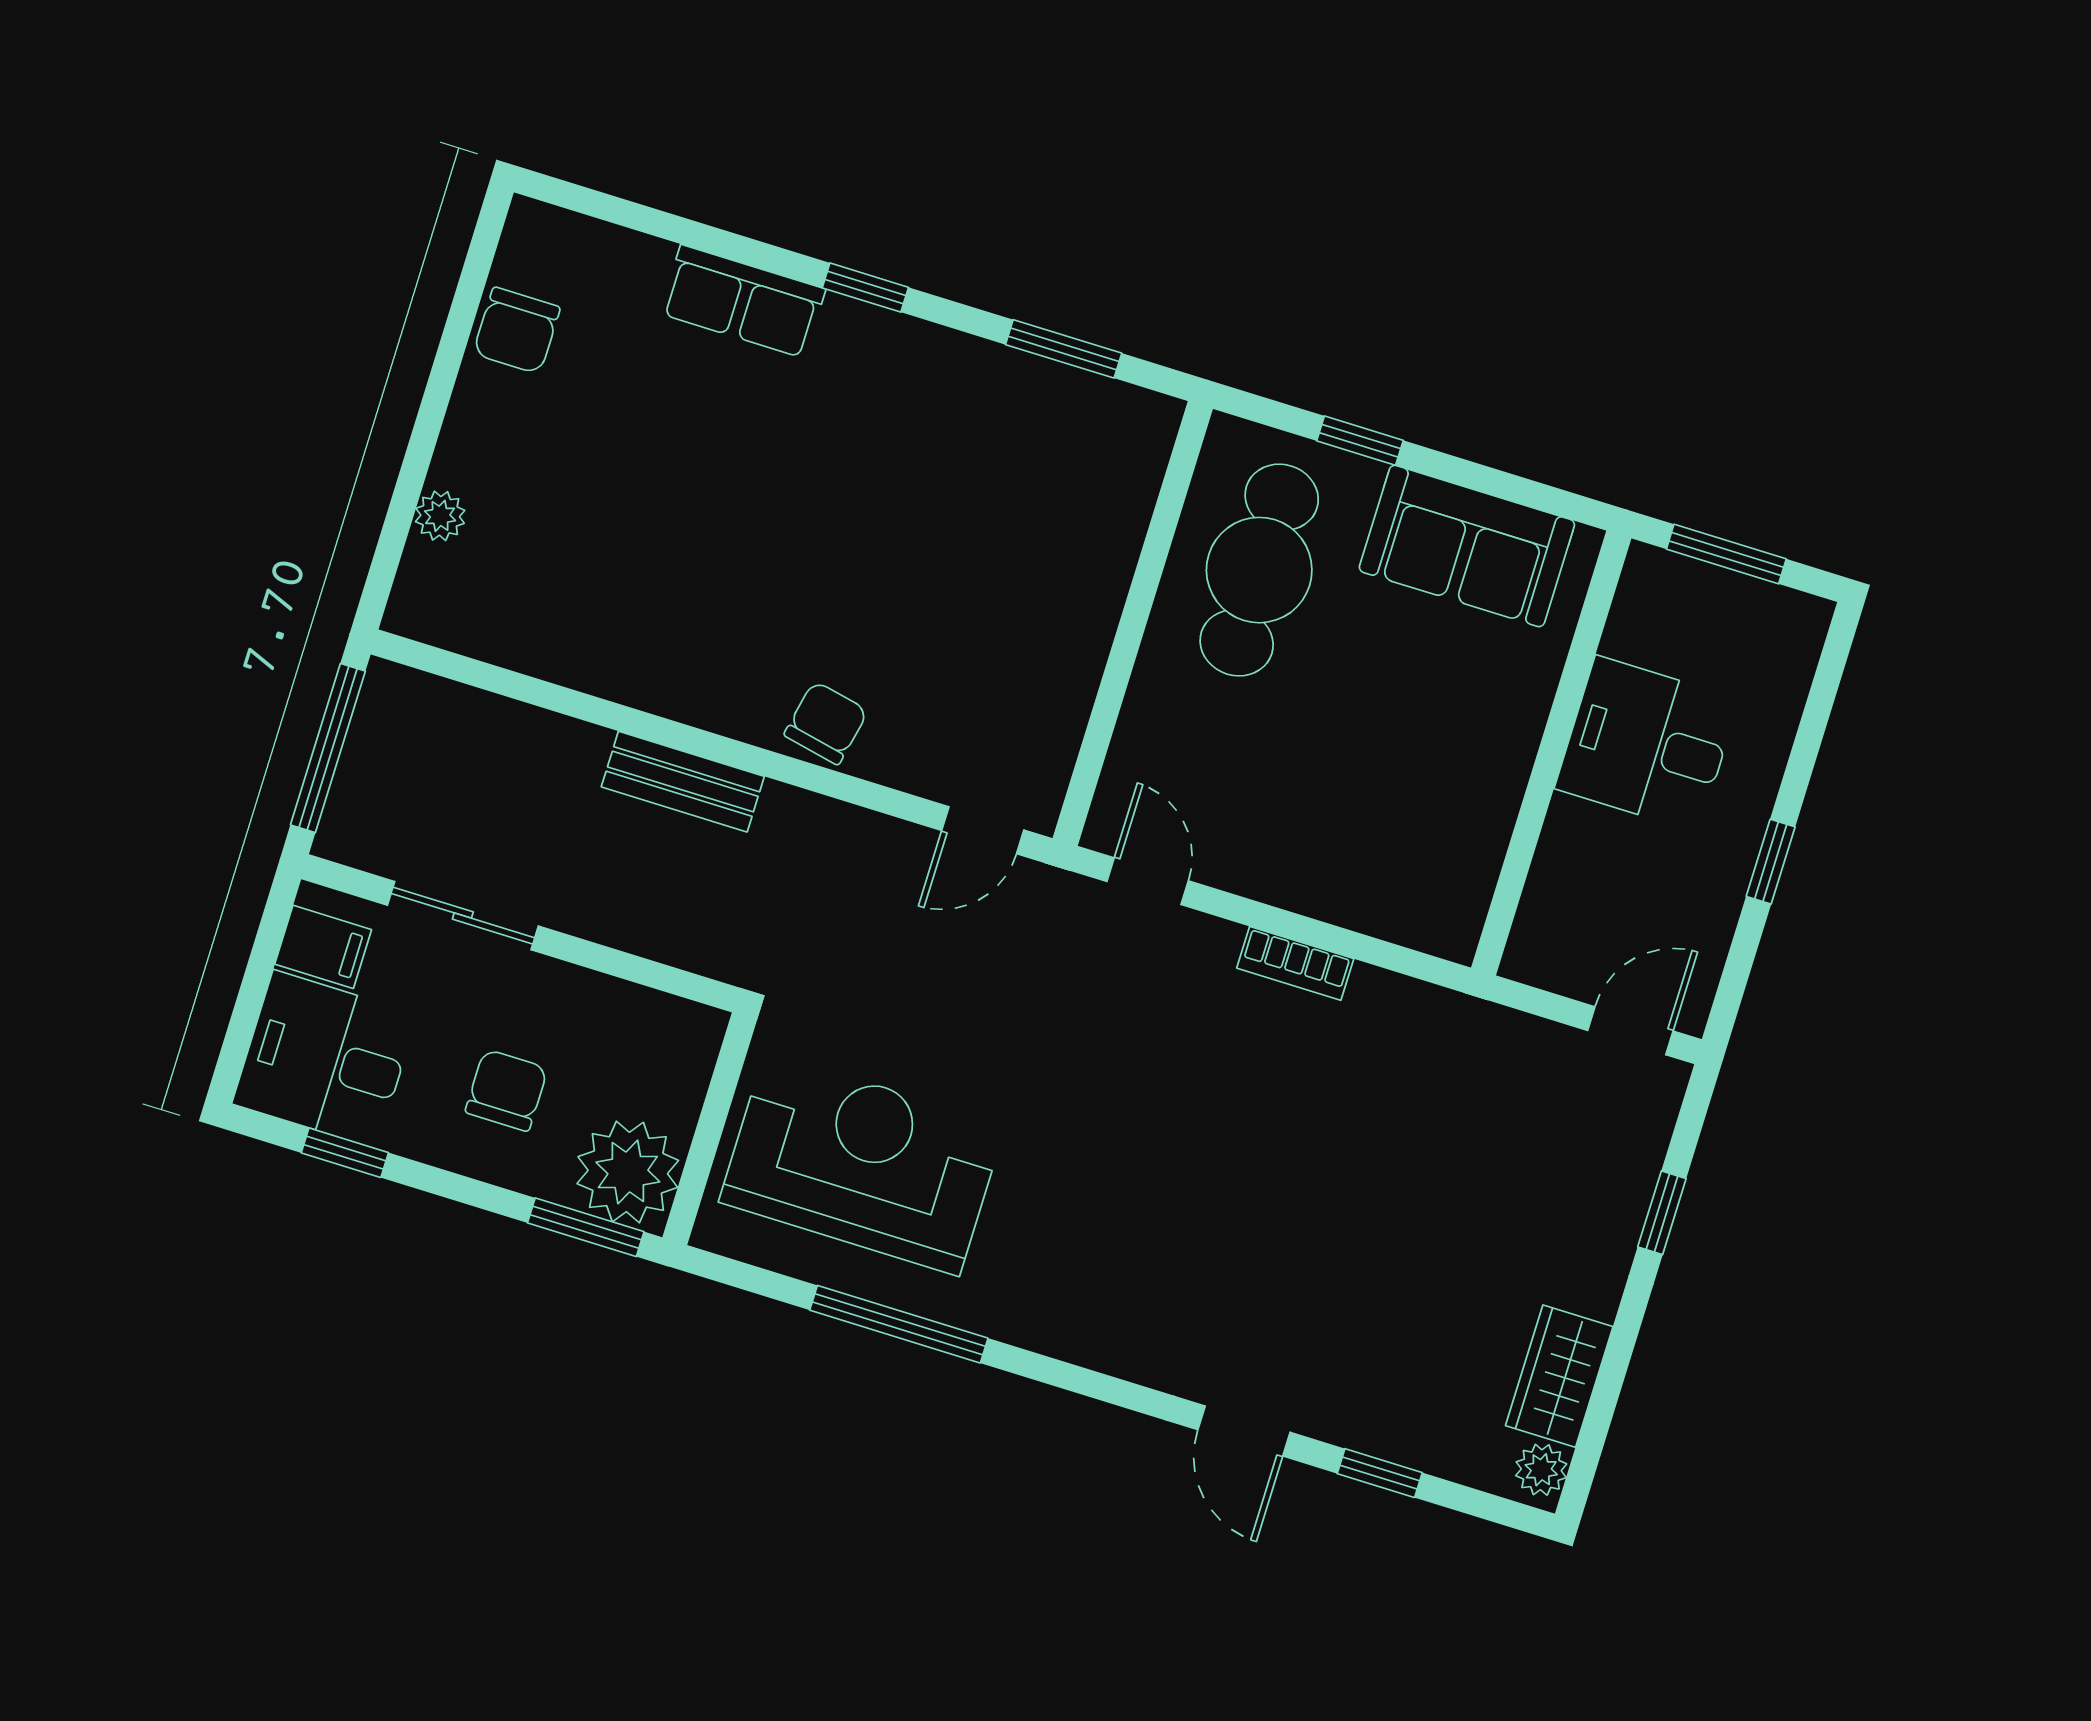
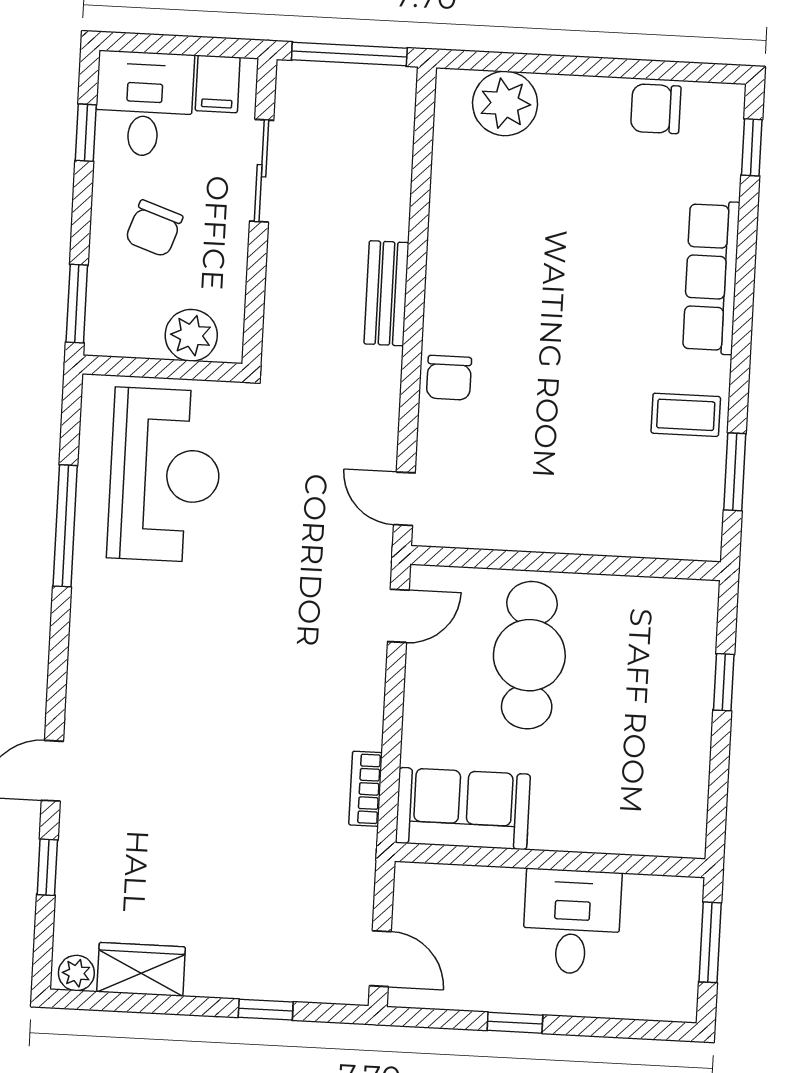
window: (865, 288) -> (752, 147), moved
row of seats: (743, 301) -> (711, 277), width x1.48
coffee table: (965, 398) -> (686, 415), added
plant: (440, 516) -> (505, 103), width x1.87, depth x1.87
sofa: (1467, 546) -> (463, 809), moved, turned 90
cafe table: (1259, 570) -> (529, 655), moved, turned 90
chair: (826, 723) -> (449, 378), turned 78
bookcase: (1295, 963) -> (365, 789), moved
chair: (506, 1090) -> (154, 229), turned 109
plant: (628, 1172) -> (191, 335), moved, width x0.73, depth x0.73

